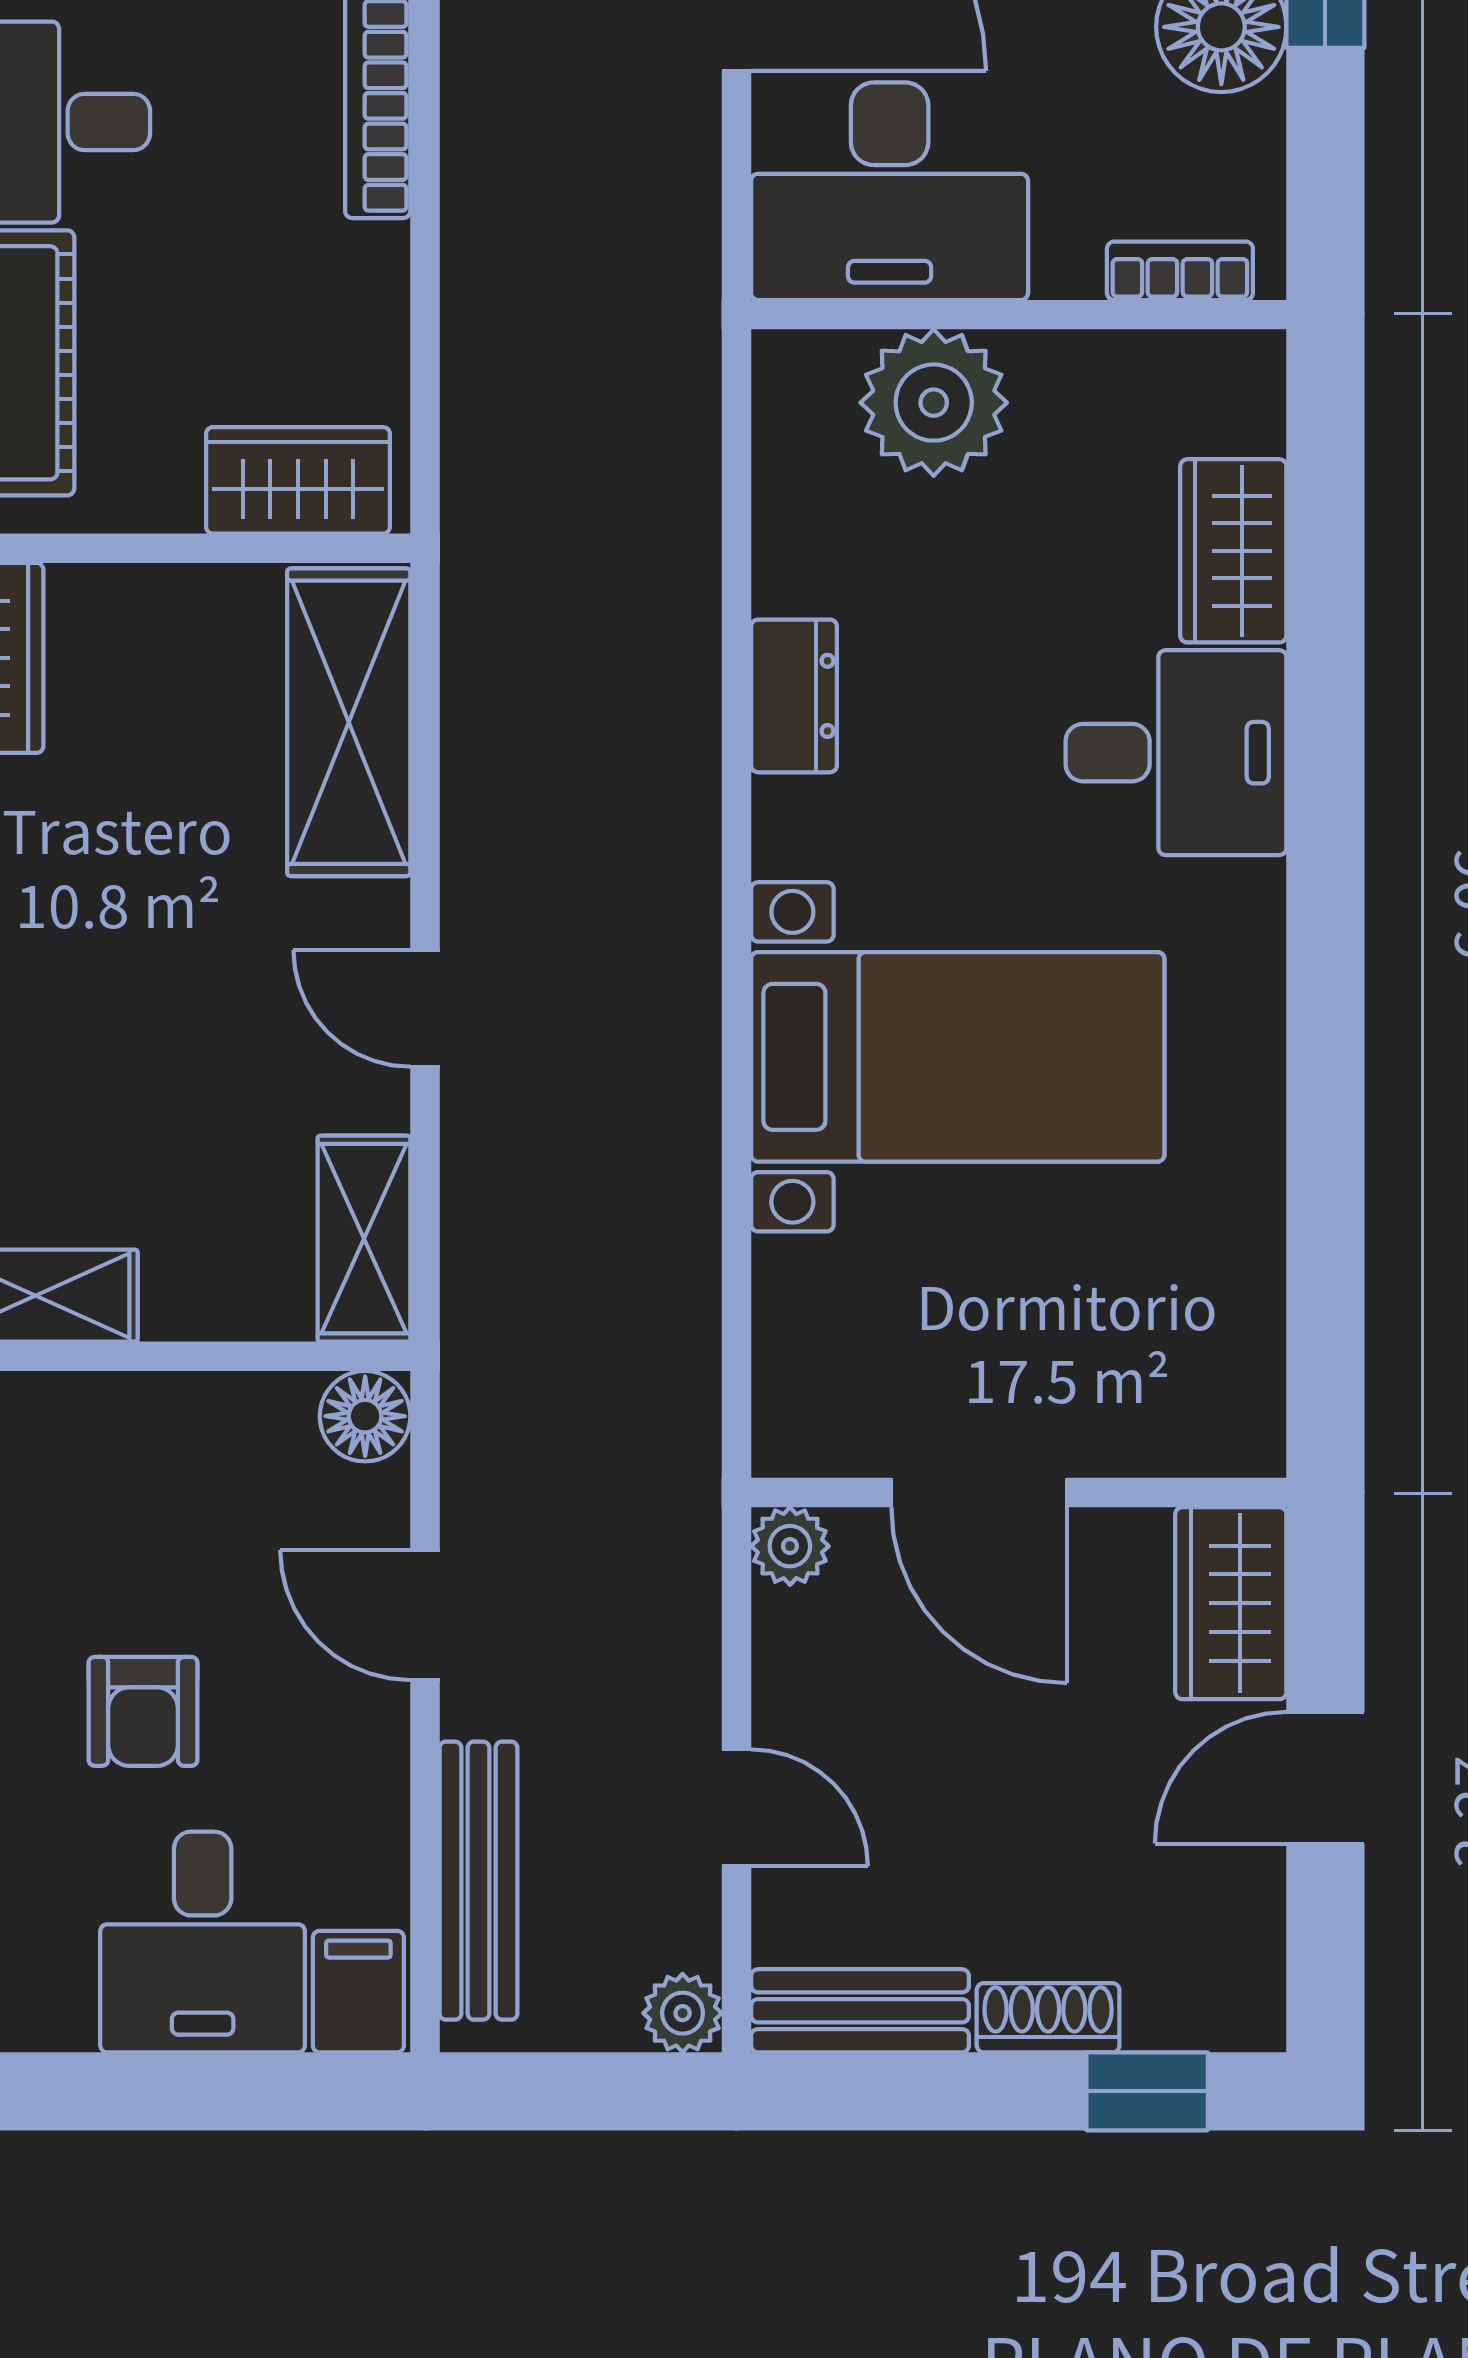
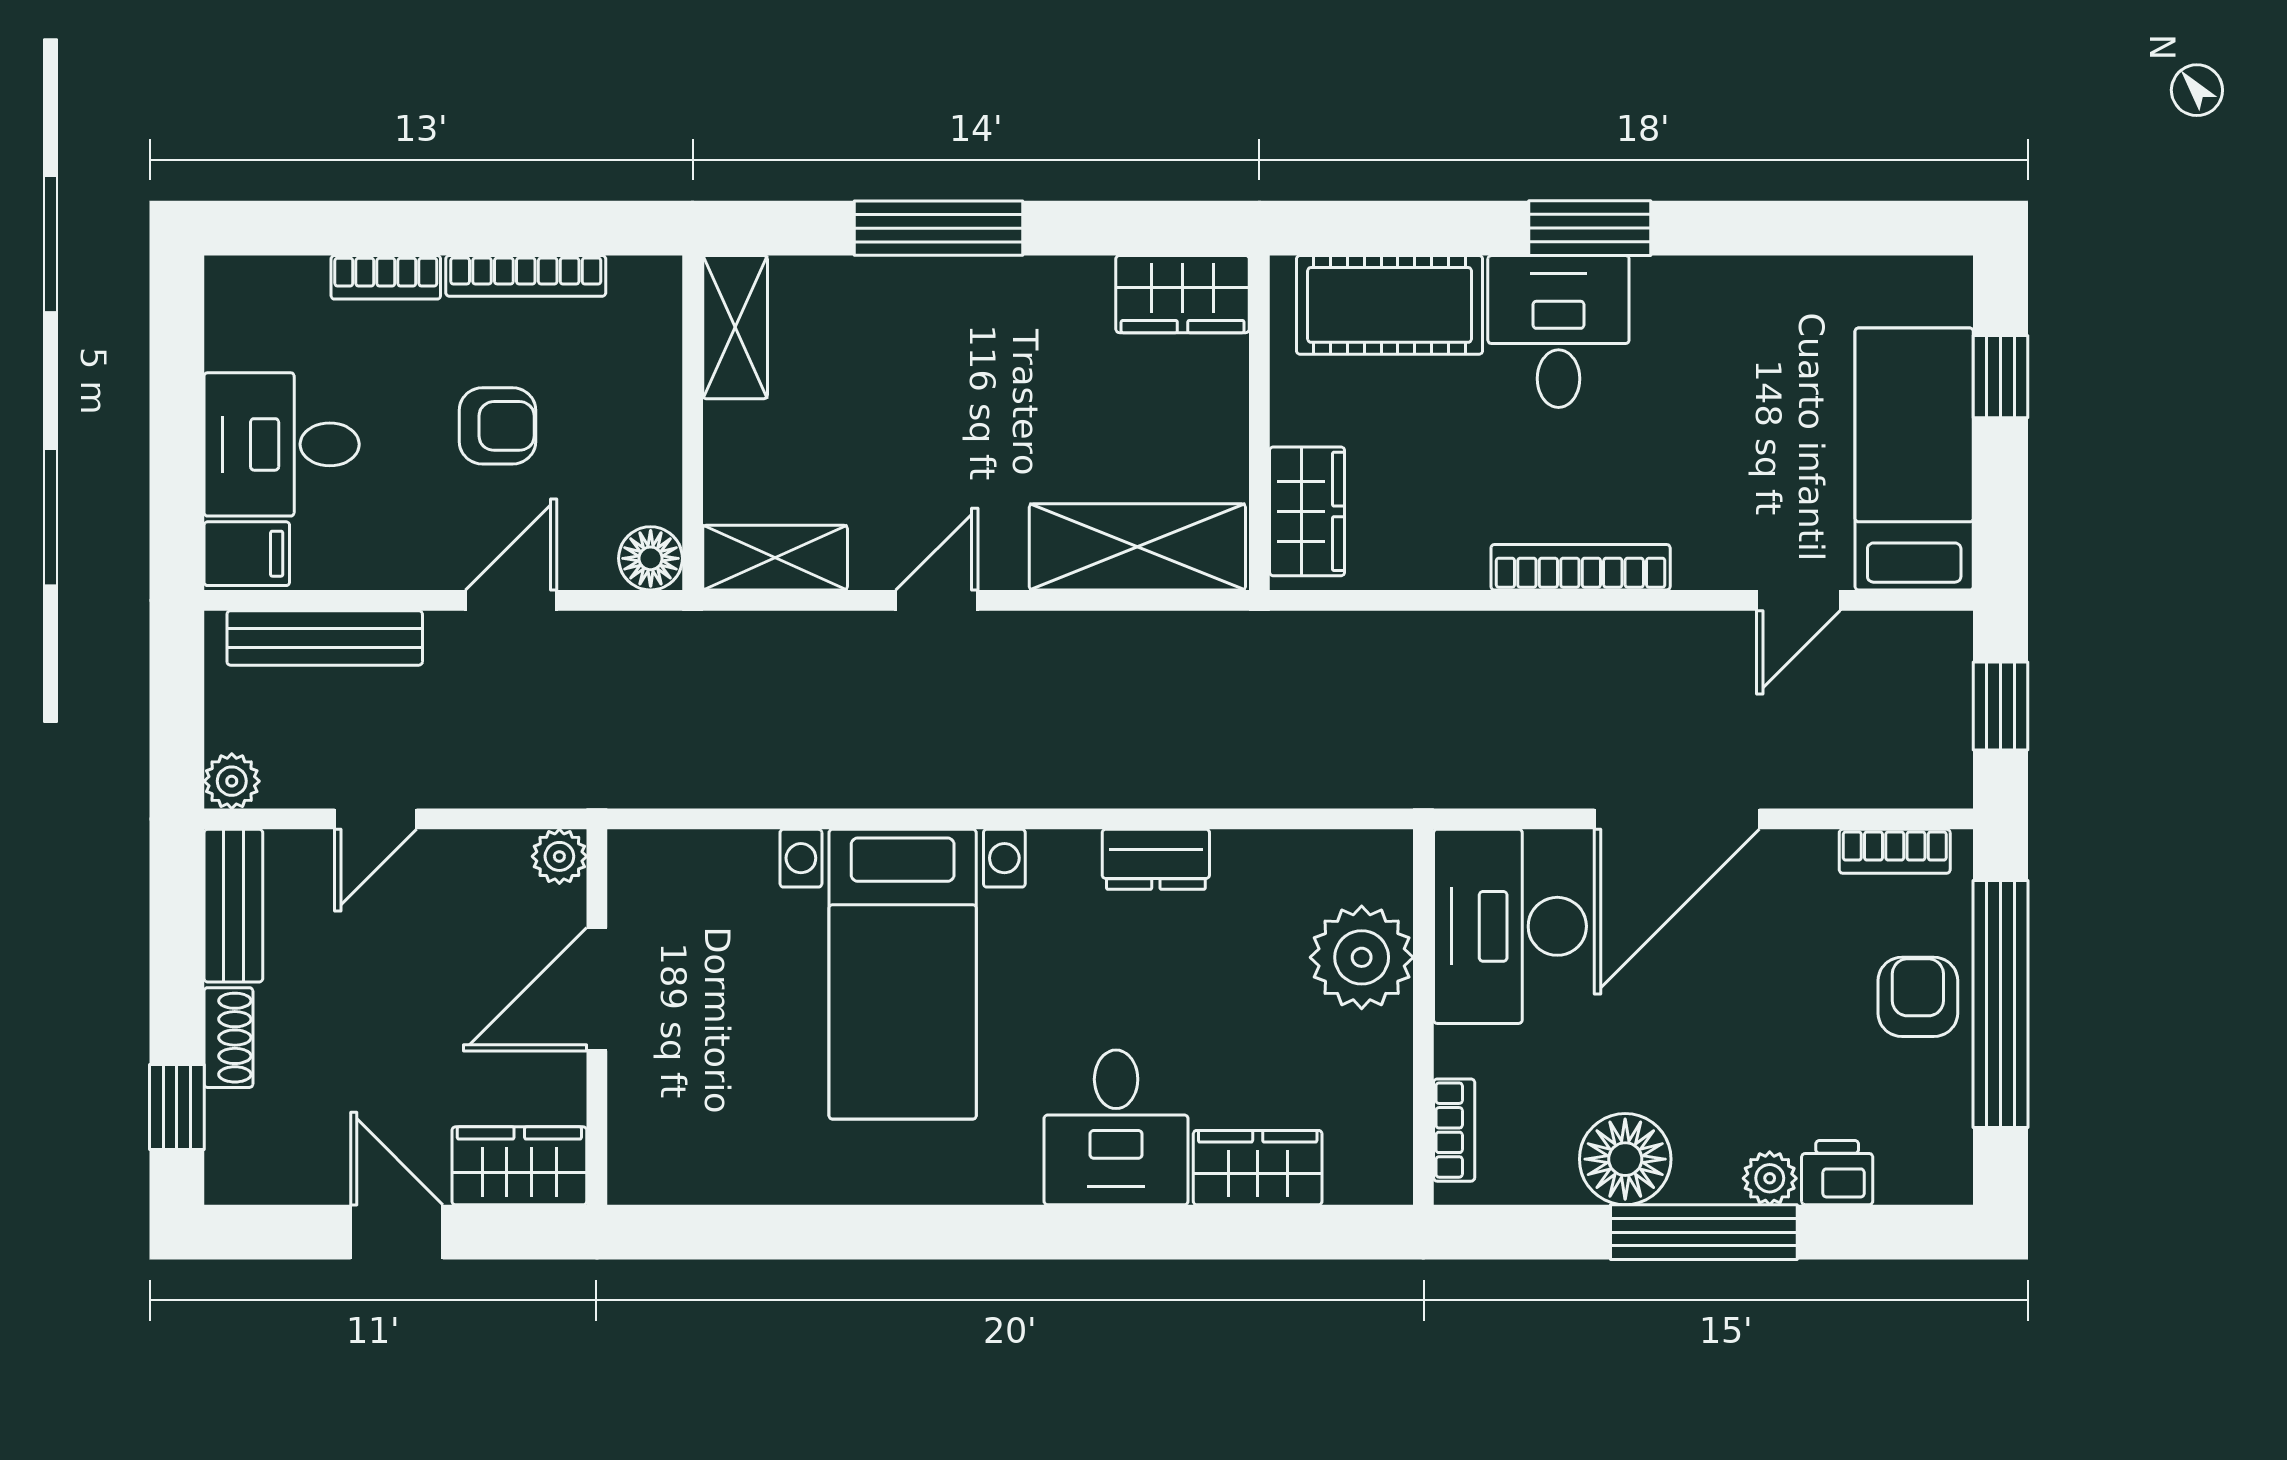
armchair: (143, 1711) -> (497, 426), moved, turned 180

